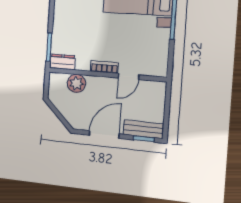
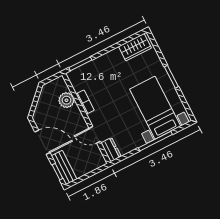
dresser: (63, 62) -> (111, 150), moved
bookcase: (104, 67) -> (85, 102), moved

